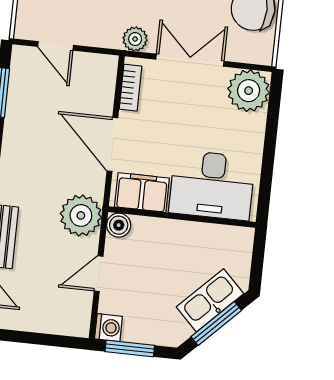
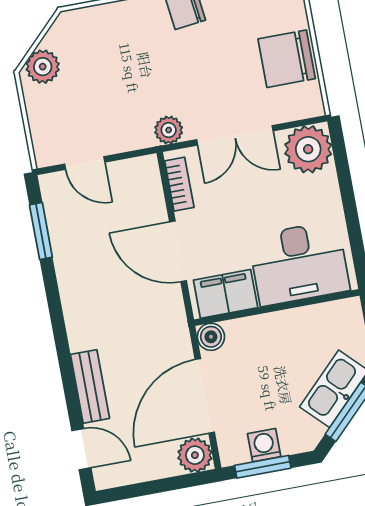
double door: (190, 60) -> (235, 135), swing flipped
plant: (81, 215) -> (195, 455), moved, width x0.73, depth x0.73
door: (99, 274) -> (205, 396), width x1.88
washing machine: (108, 328) -> (264, 445), moved, turned -90

